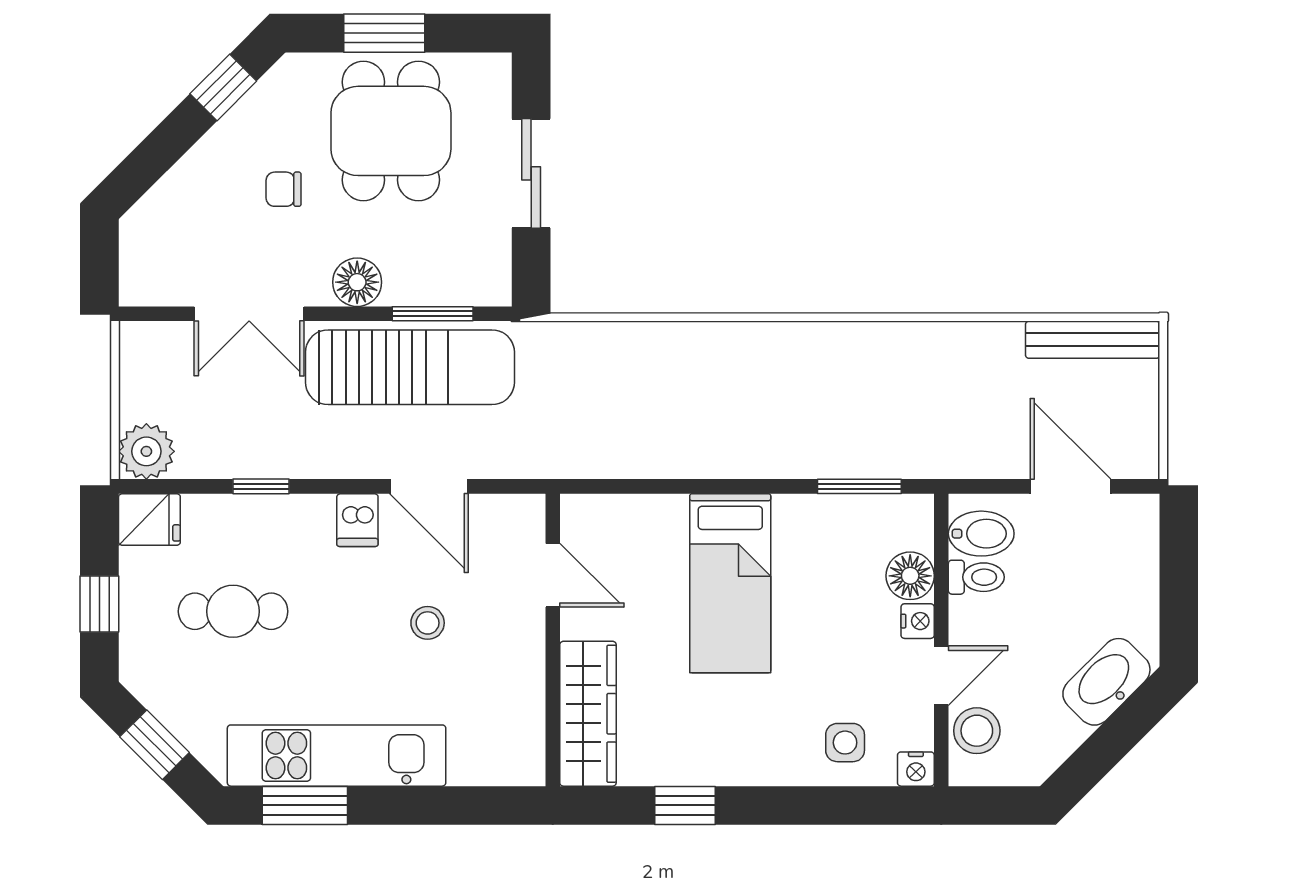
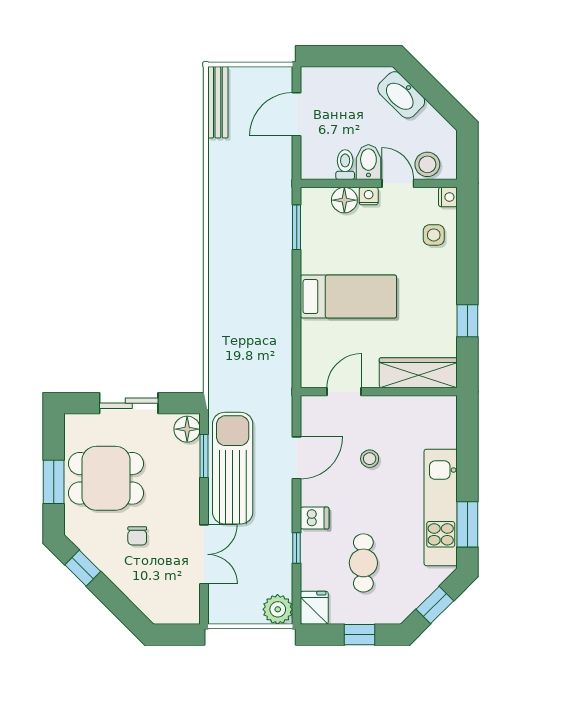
floor lamp: (357, 282) -> (187, 429), moved
dishwasher: (357, 520) -> (315, 518), moved
bidet: (981, 534) -> (368, 162), moved

